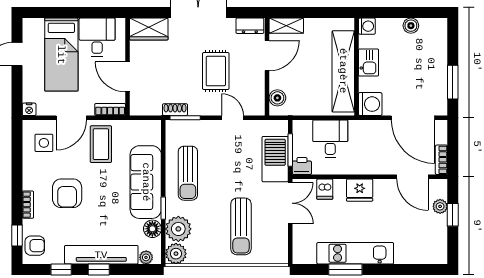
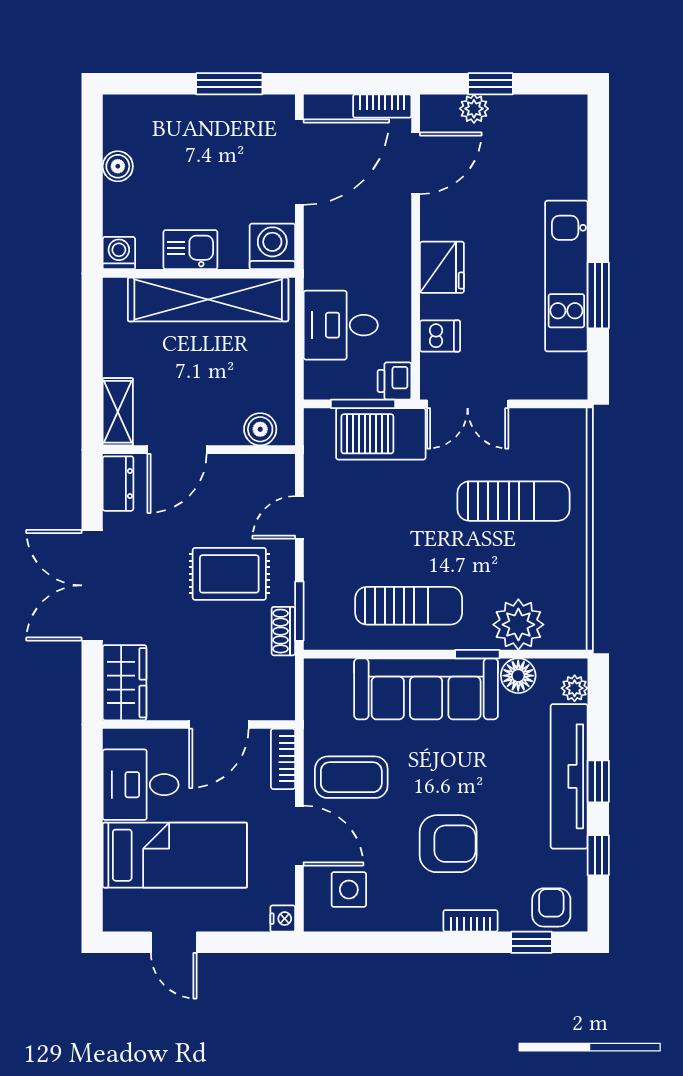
door: (267, 56) -> (177, 450), swing flipped
rug: (216, 71) -> (229, 574), moved
double door: (290, 203) -> (468, 404), swing flipped
plant: (176, 254) -> (567, 629), removed

